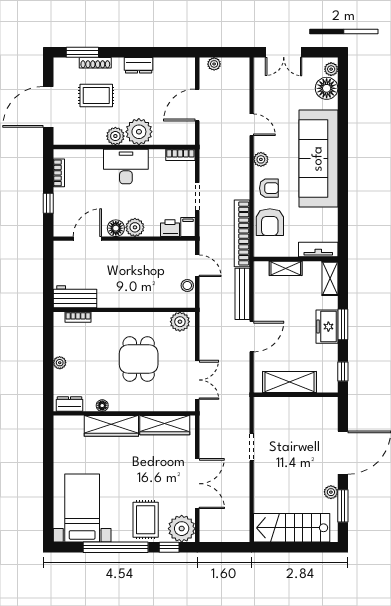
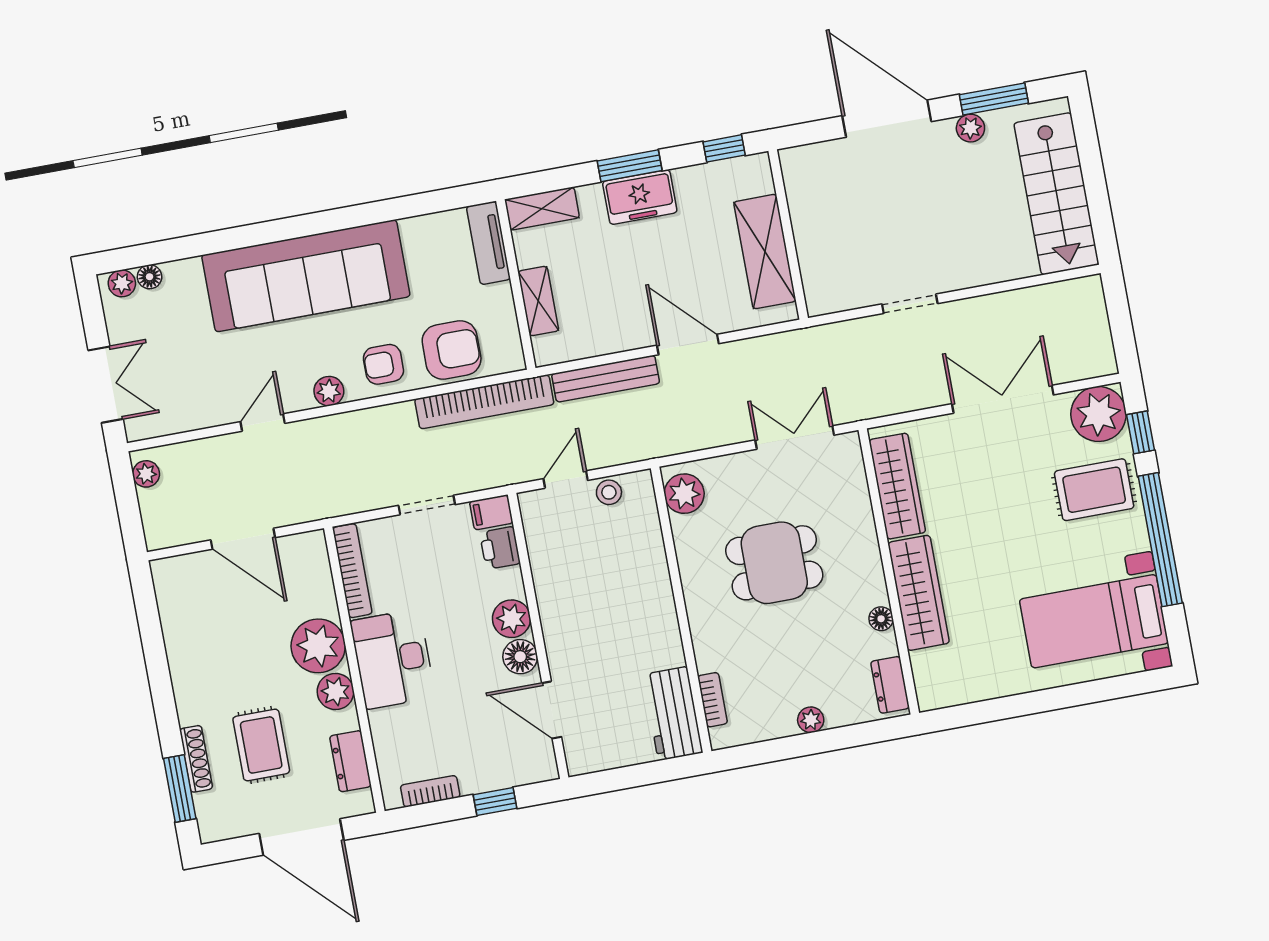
plant: (214, 64) -> (146, 474), moved
dresser: (139, 65) -> (350, 761), moved, turned 180
floor lamp: (327, 88) -> (150, 277), width x0.53, depth x0.53
bookcase: (180, 155) -> (352, 571), width x1.56
armchair: (269, 188) -> (383, 364), turned -90

